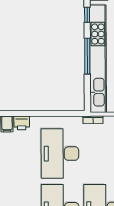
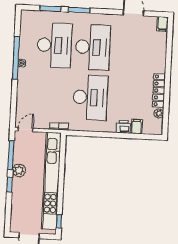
window: (87, 56) -> (61, 184), removed

